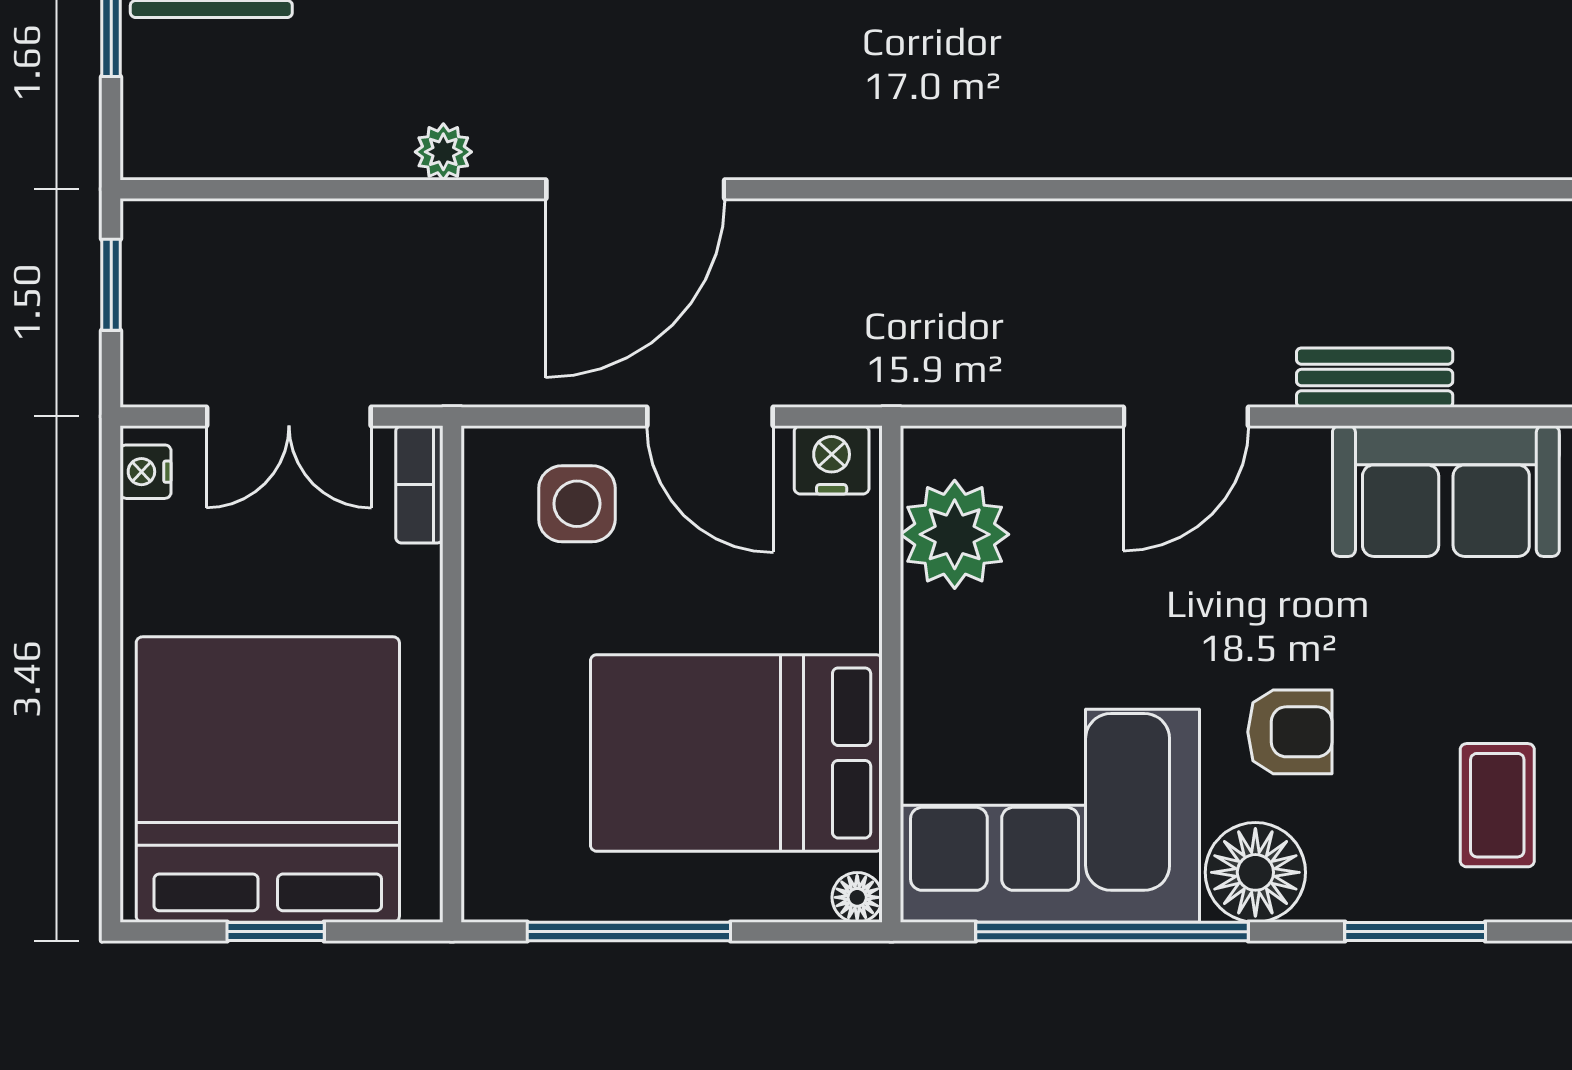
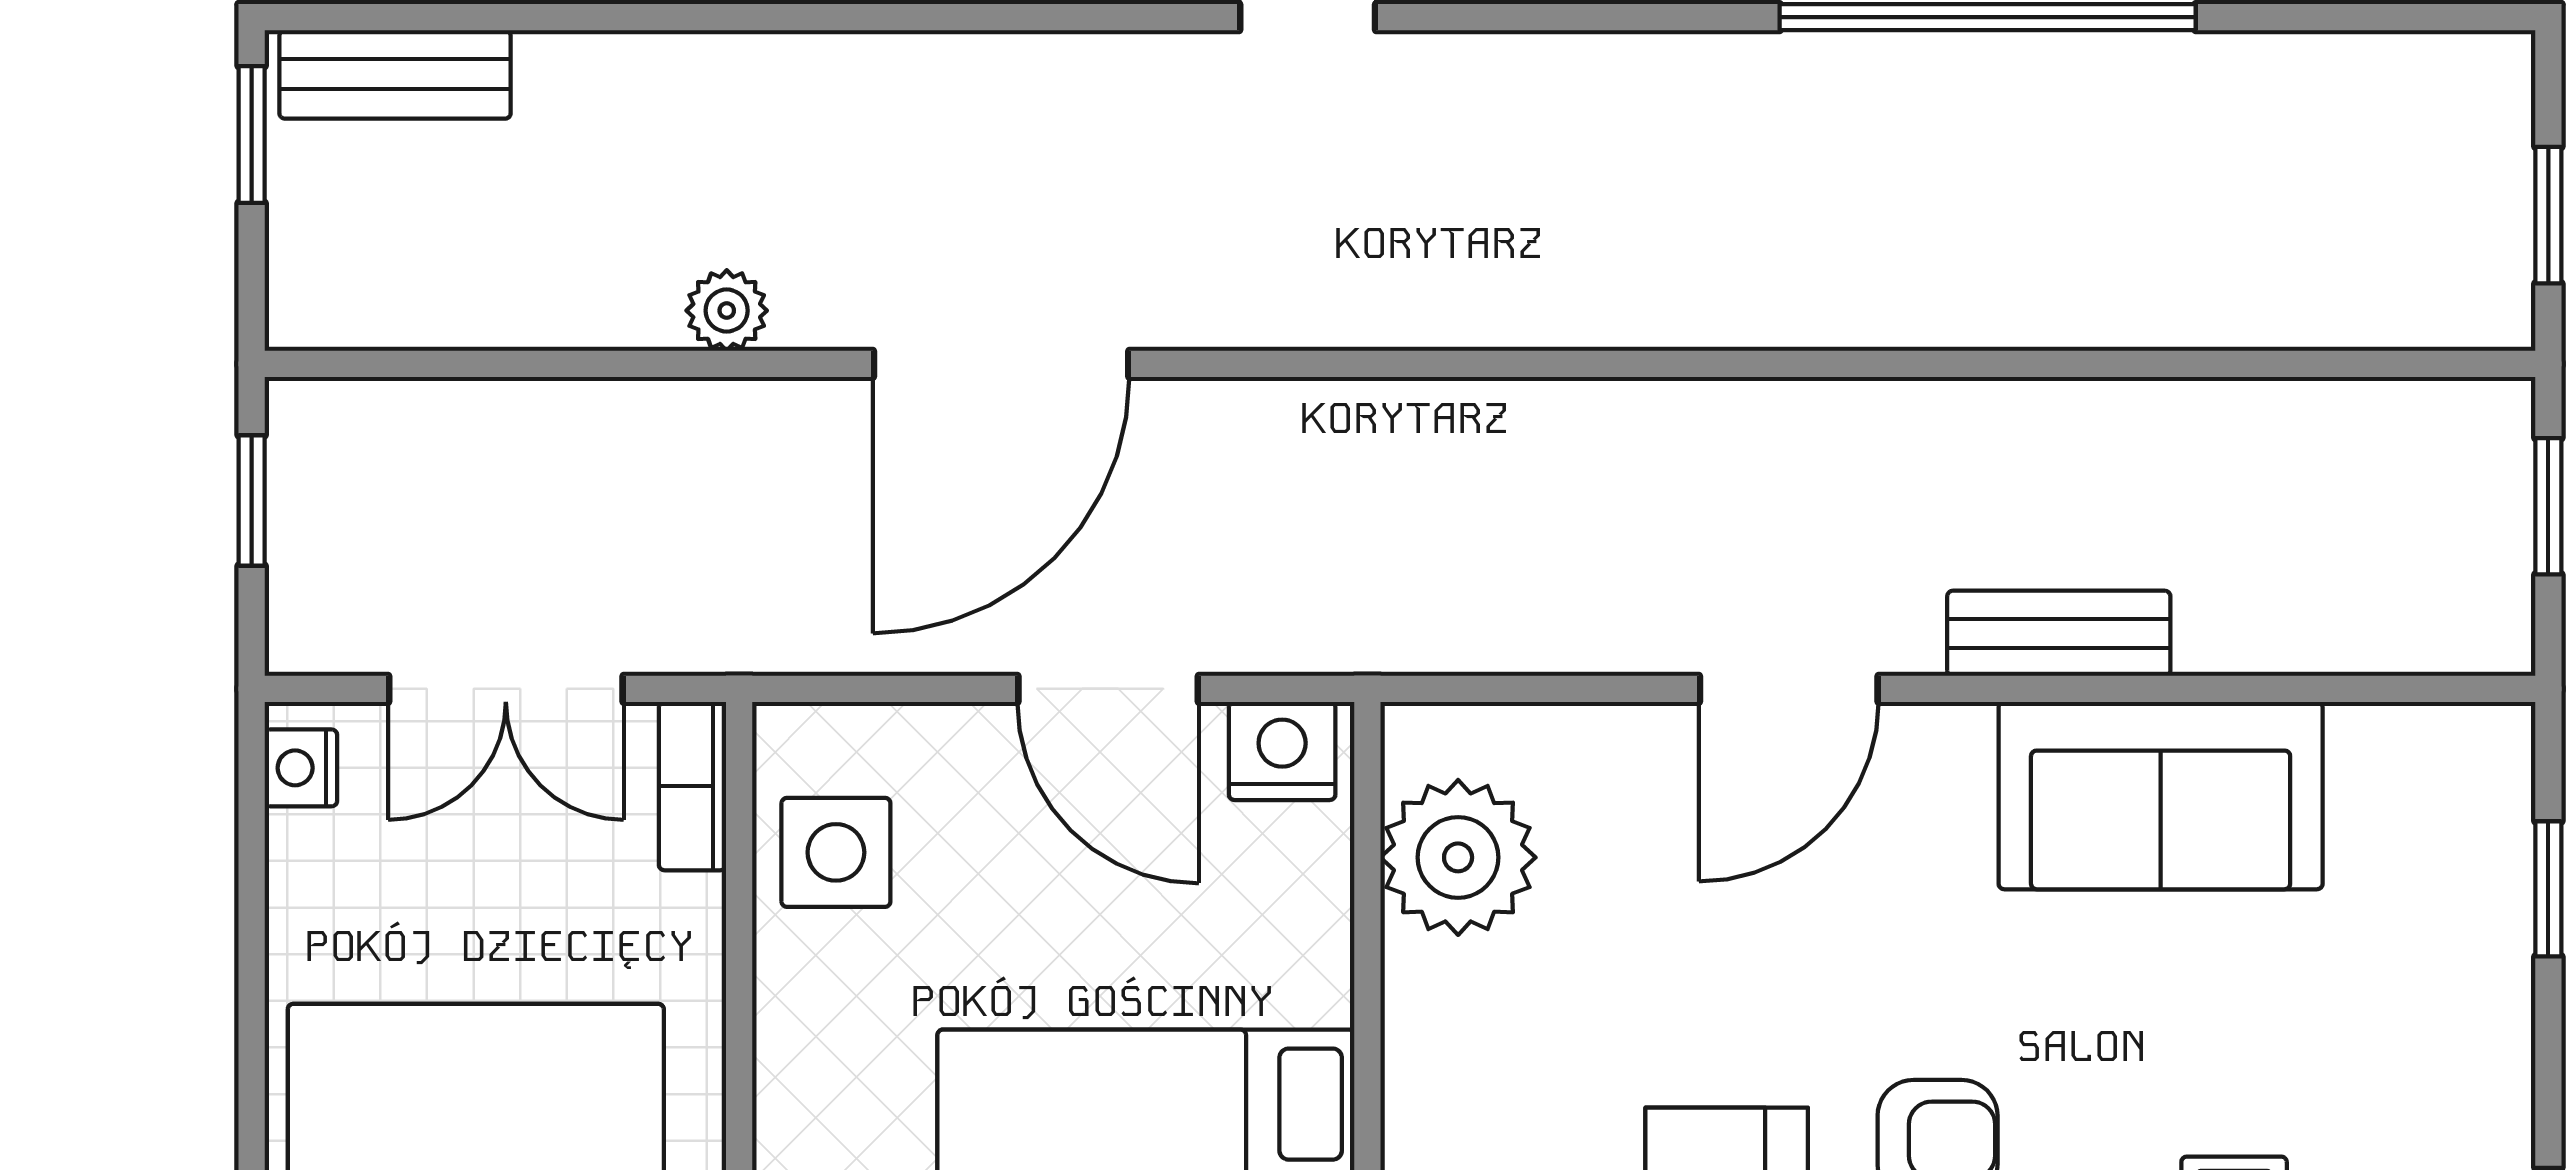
side table: (577, 504) -> (836, 852), moved

